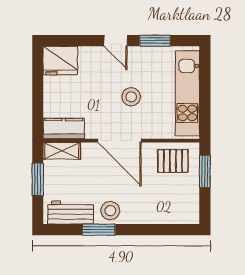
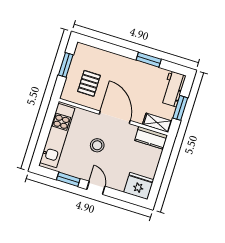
pallet: (173, 161) -> (89, 83), moved, turned 90
window: (205, 171) -> (66, 65), moved
stool: (110, 211) -> (136, 70), removed
workbench: (71, 212) -> (173, 89), moved, turned 90

